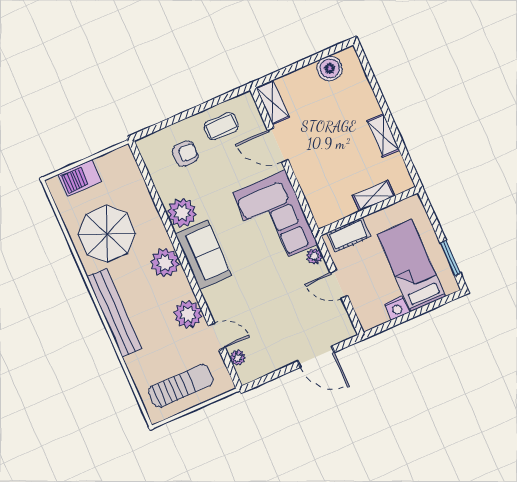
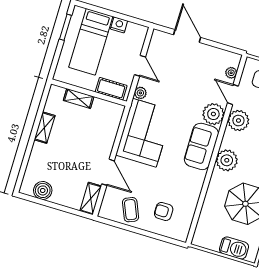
coffee table: (221, 126) -> (131, 210), turned 67
plant: (182, 213) -> (213, 114), moved

